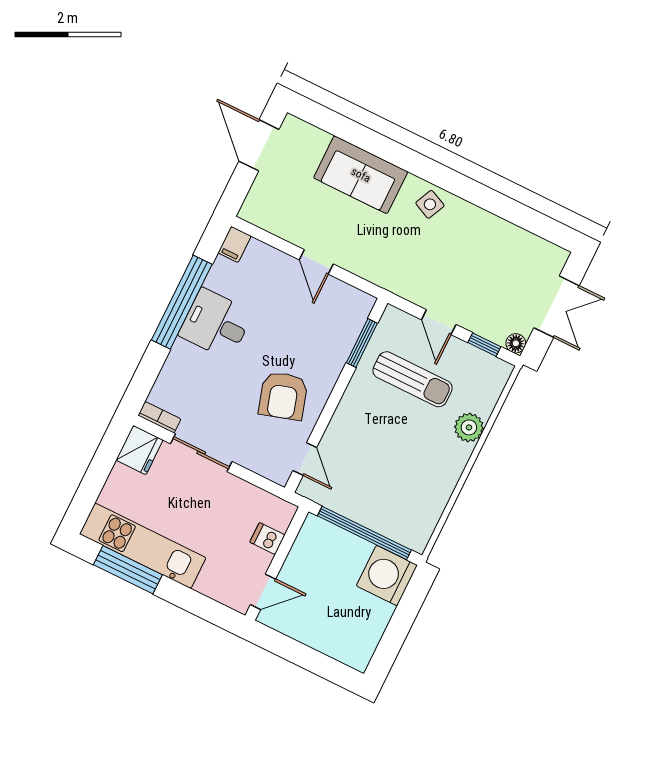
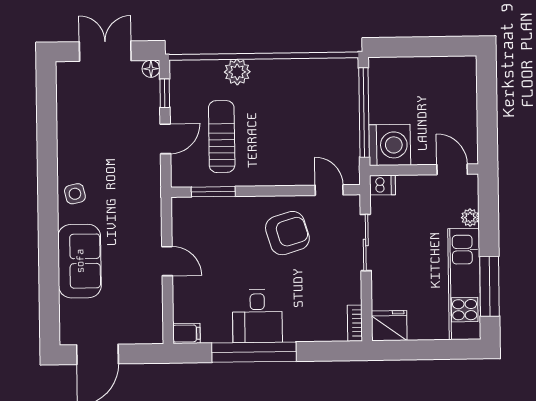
side table: (430, 204) -> (75, 194), turned -38
door: (316, 262) -> (167, 261), hinge flipped
sliding door: (201, 453) -> (366, 243), moved
door: (305, 459) -> (329, 190), hinge flipped
dishwasher: (267, 539) -> (382, 185), moved, turned -90
washing machine: (387, 576) -> (390, 145), moved, turned -90
plant: (206, 585) -> (470, 217), added

